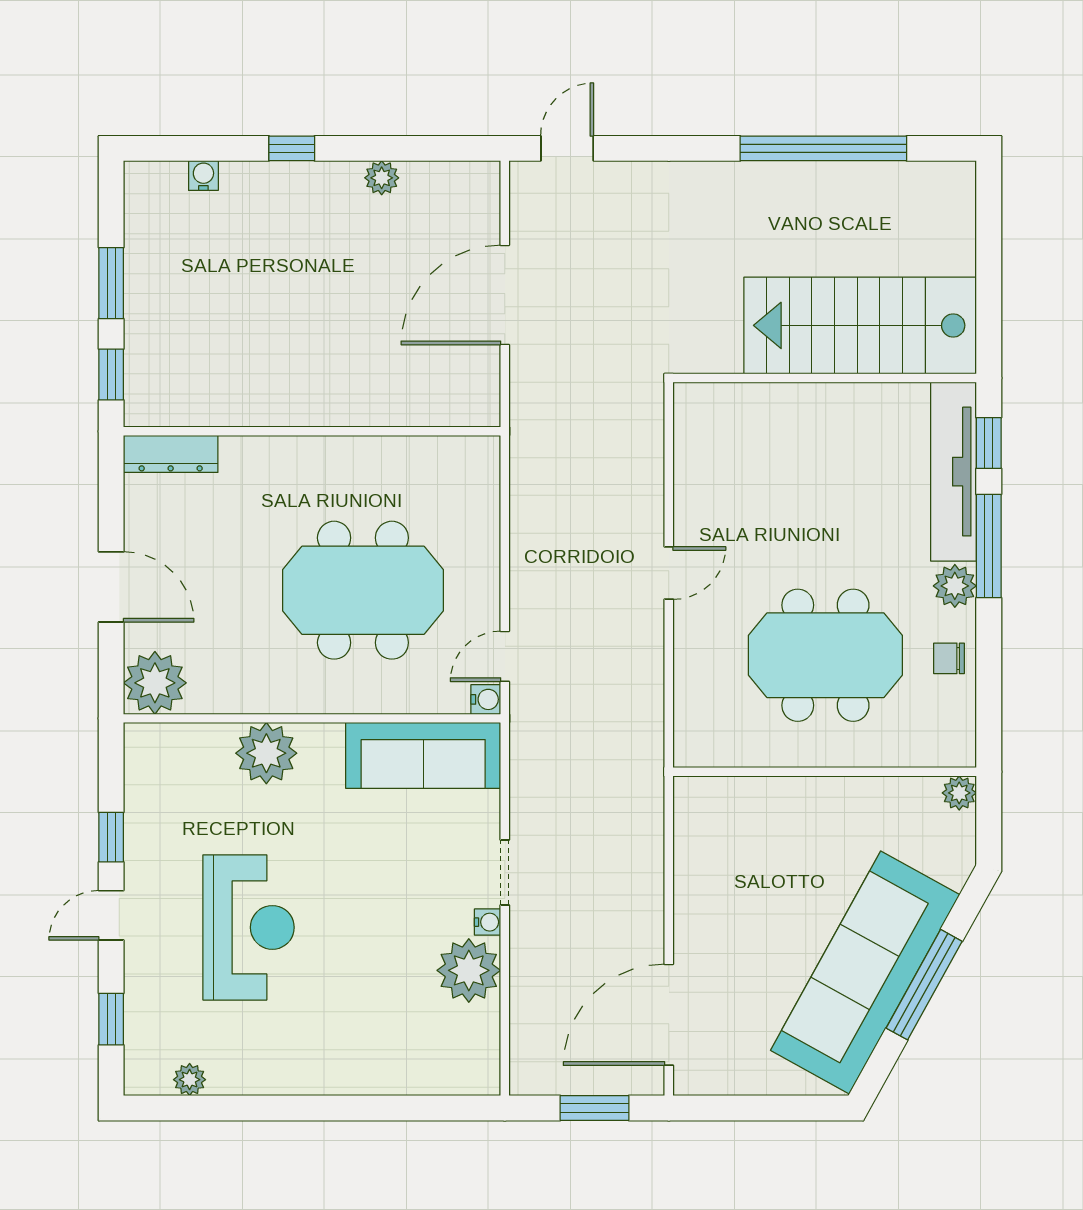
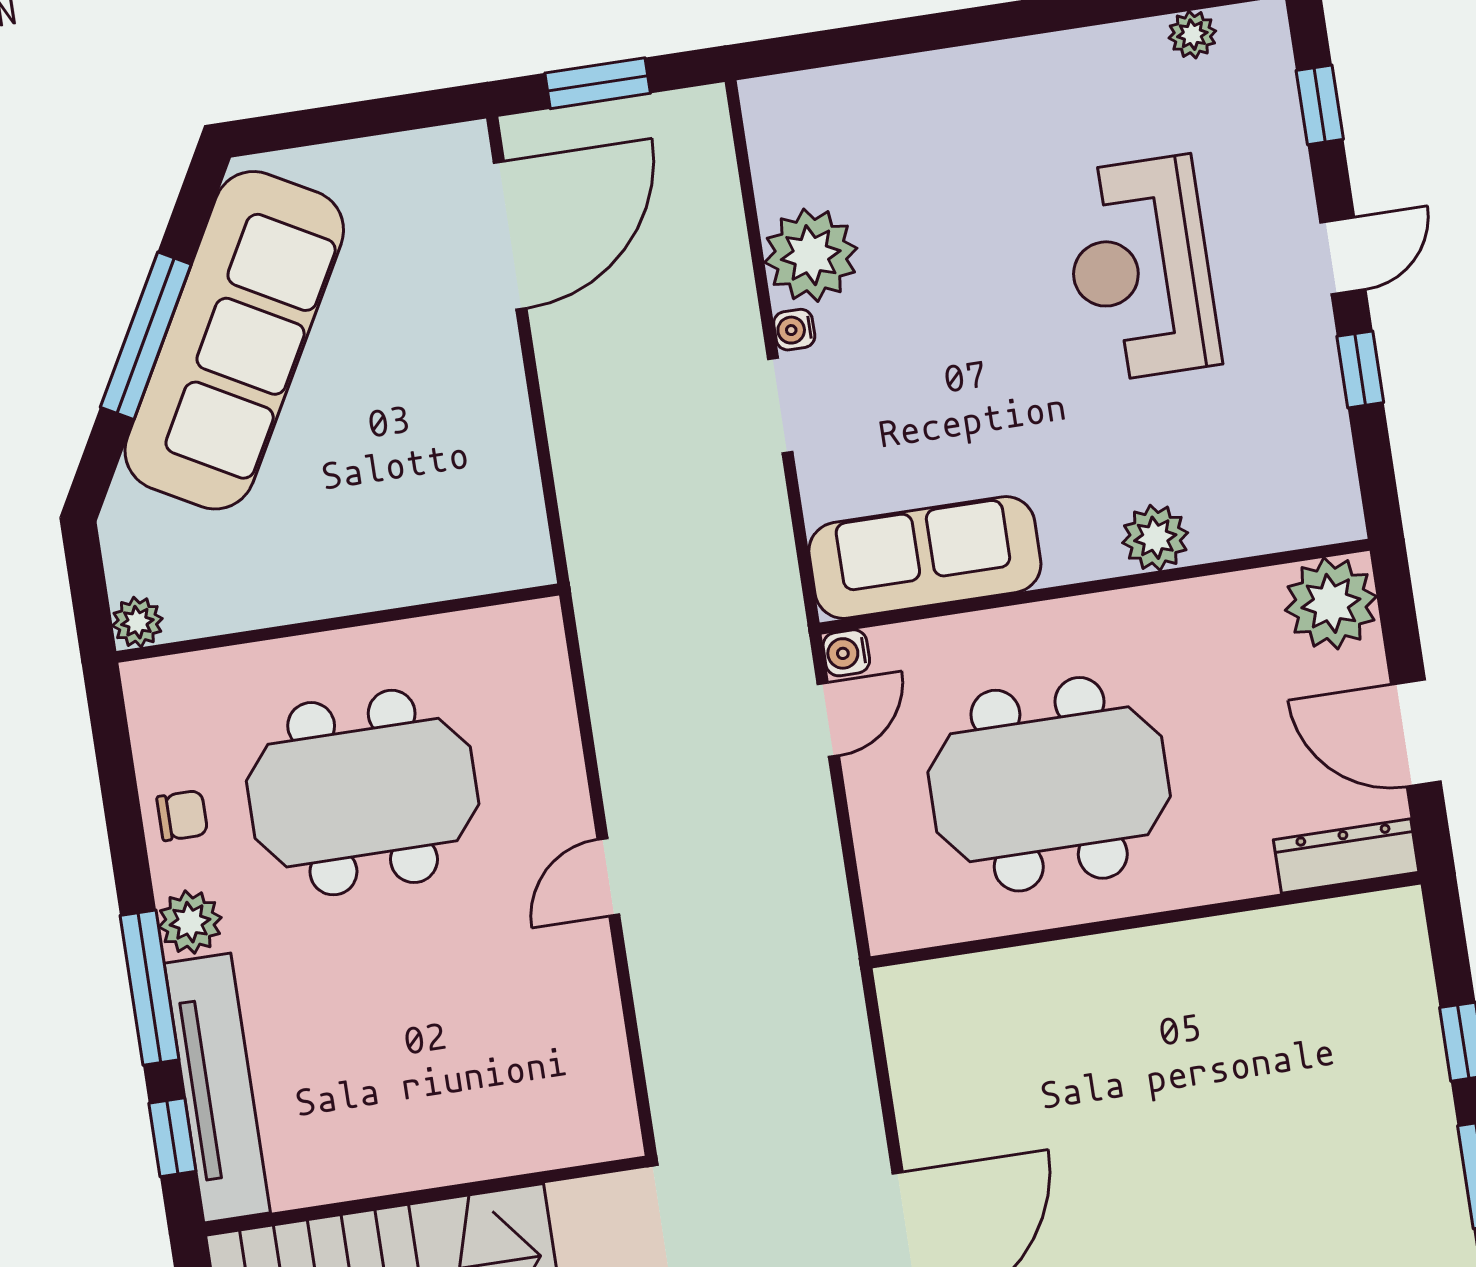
wall: (312, 431) -> (1146, 920), moved
dresser: (171, 454) -> (1346, 856), moved
plant: (266, 753) -> (1155, 538), width x0.73, depth x0.73

